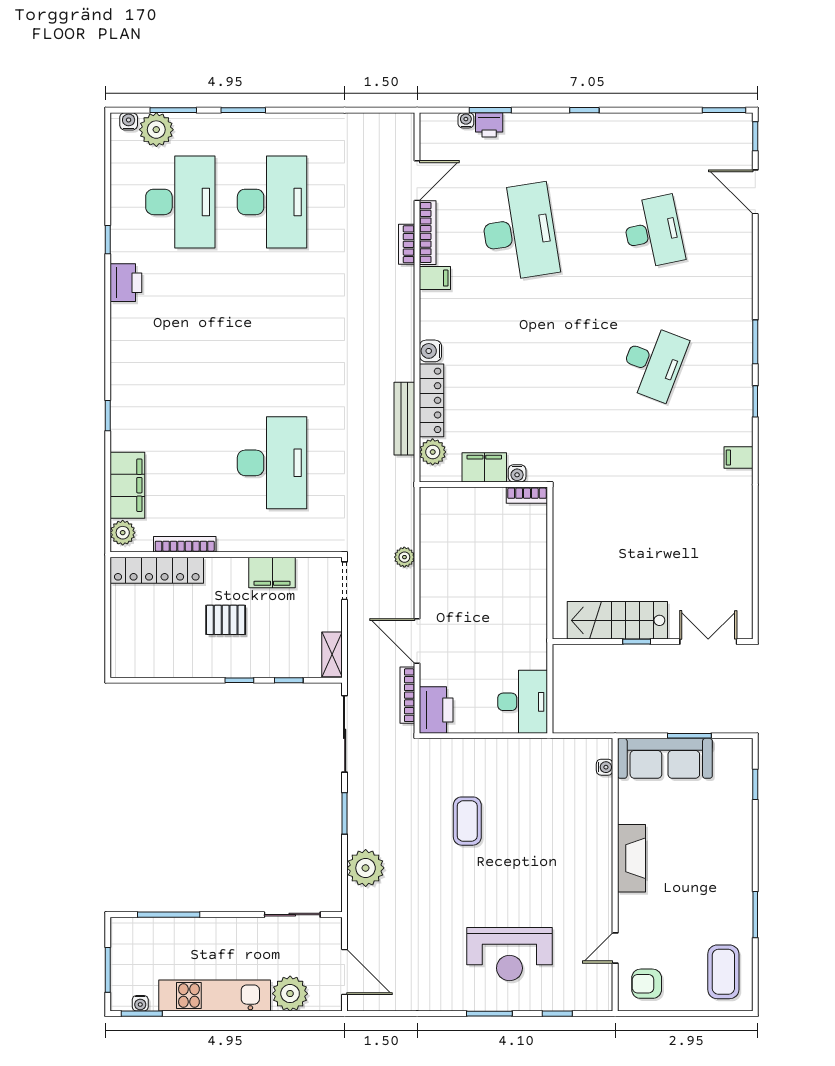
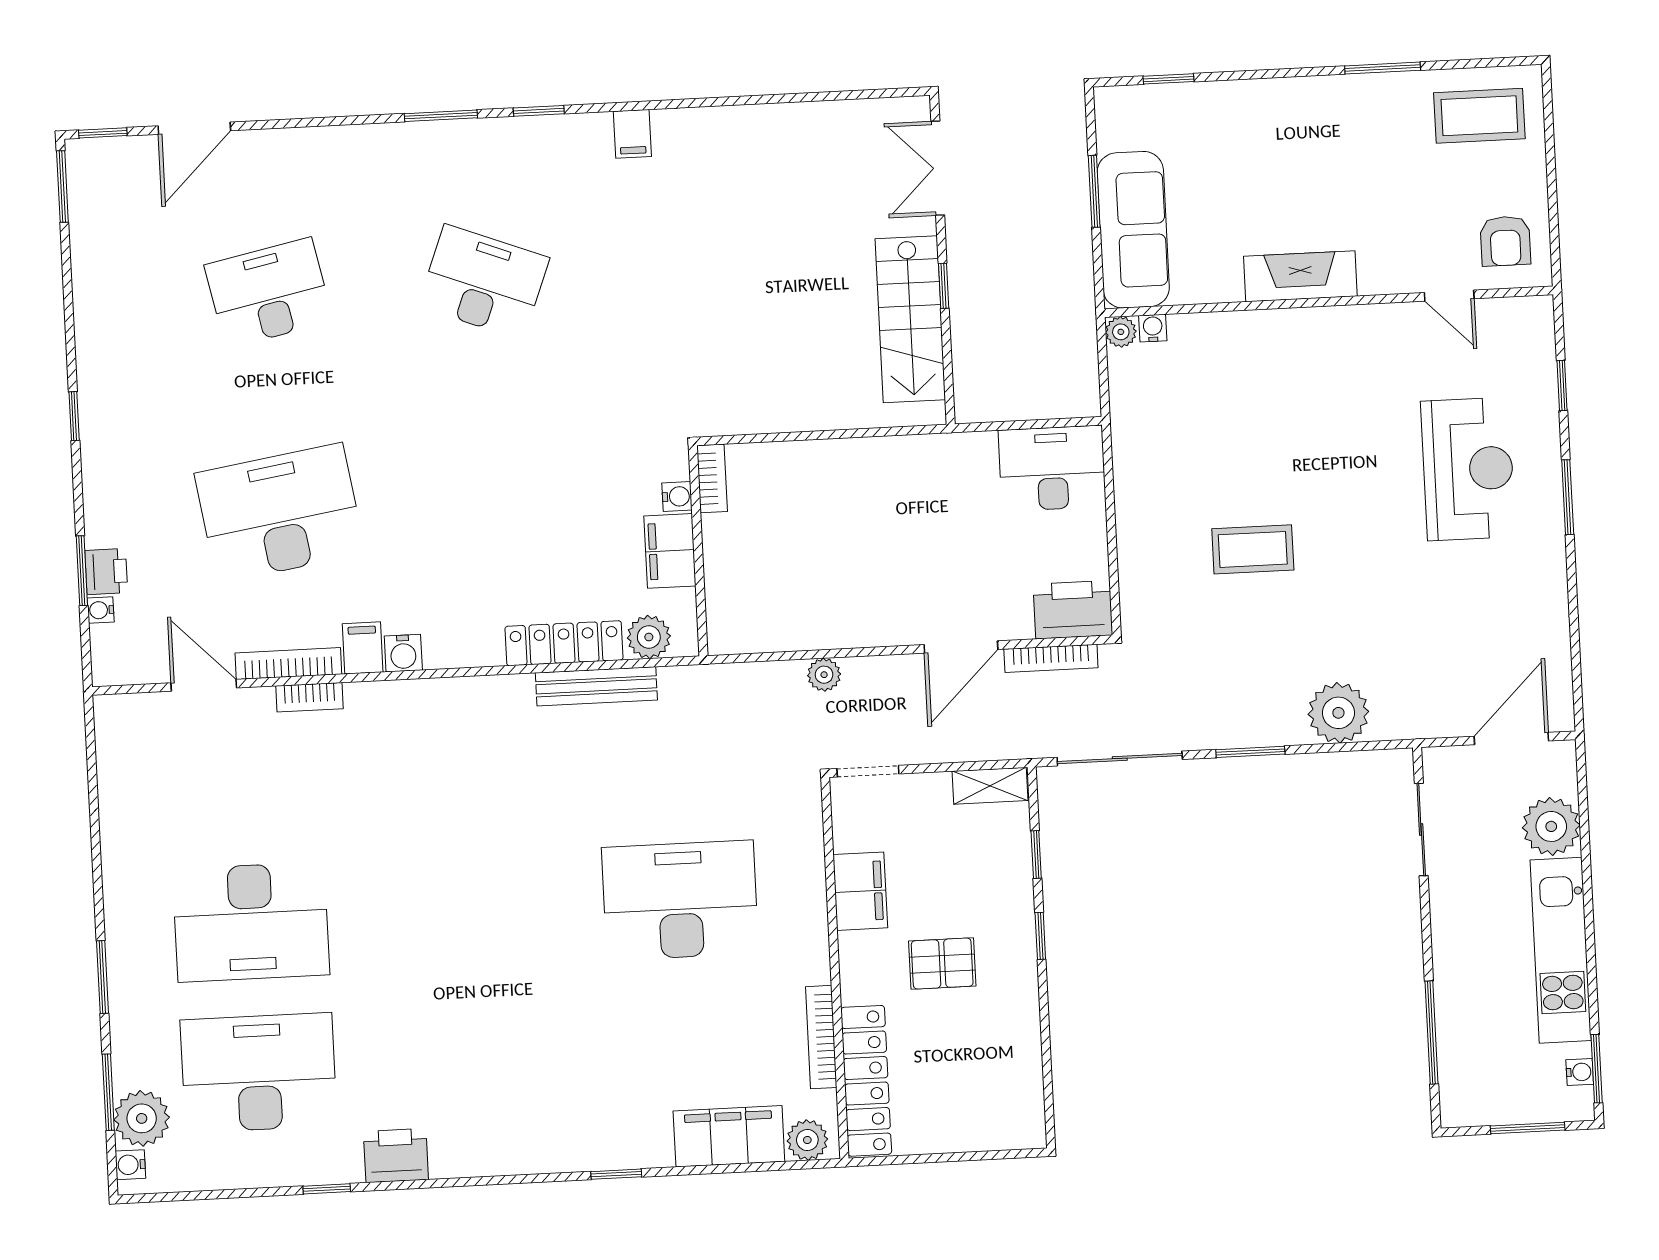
desk: (272, 202) -> (251, 922), turned 180
water cooler: (430, 351) -> (403, 653), moved
pallet: (226, 620) -> (942, 964), turned 90
plant: (603, 748) -> (1121, 332), added

